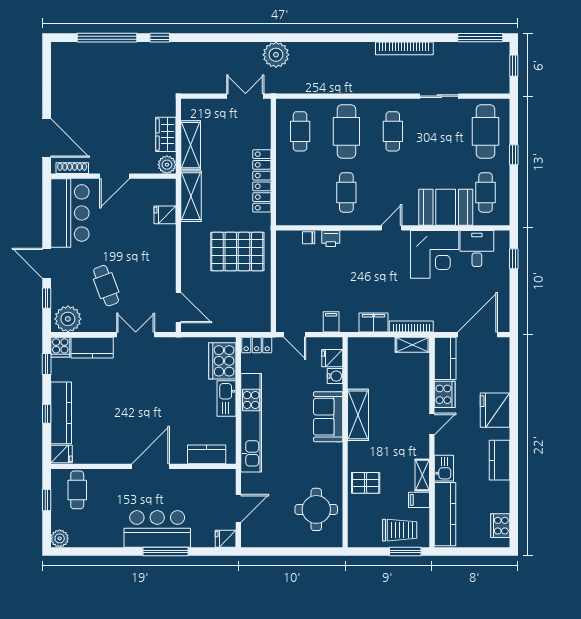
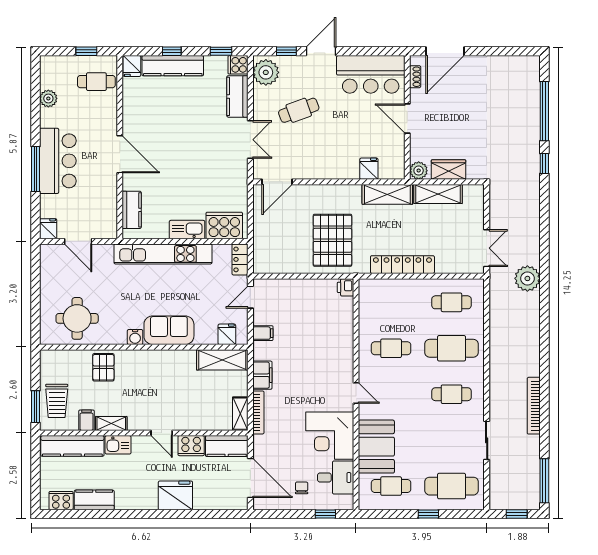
shoe rack: (72, 168) -> (415, 77), width x0.70
chair: (309, 238) -> (302, 488), moved
printer: (331, 238) -> (346, 287), moved
water cooler: (335, 376) -> (135, 337), moved
shelving: (358, 415) -> (222, 360), moved
kitchen counter: (500, 460) -> (94, 500), moved
plant: (60, 538) -> (48, 98), moved

